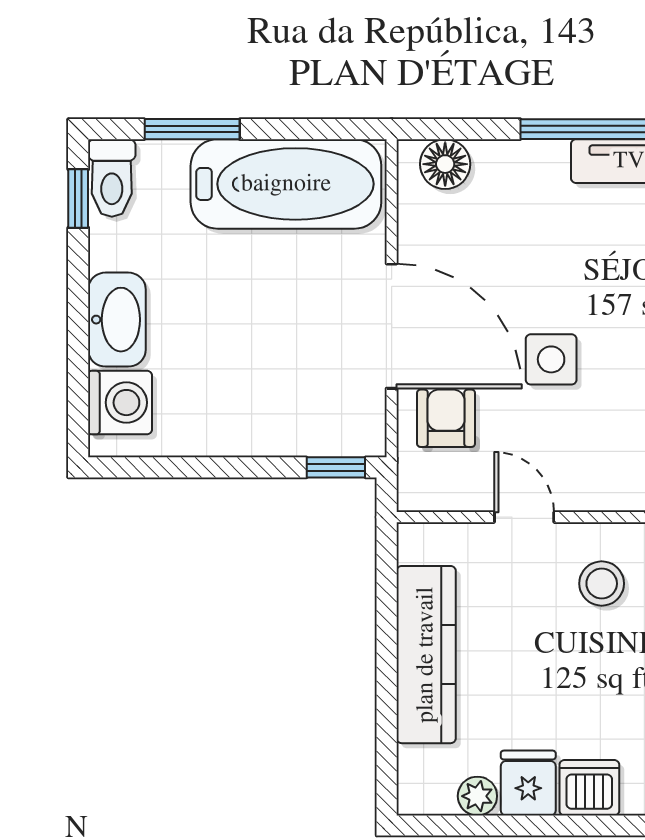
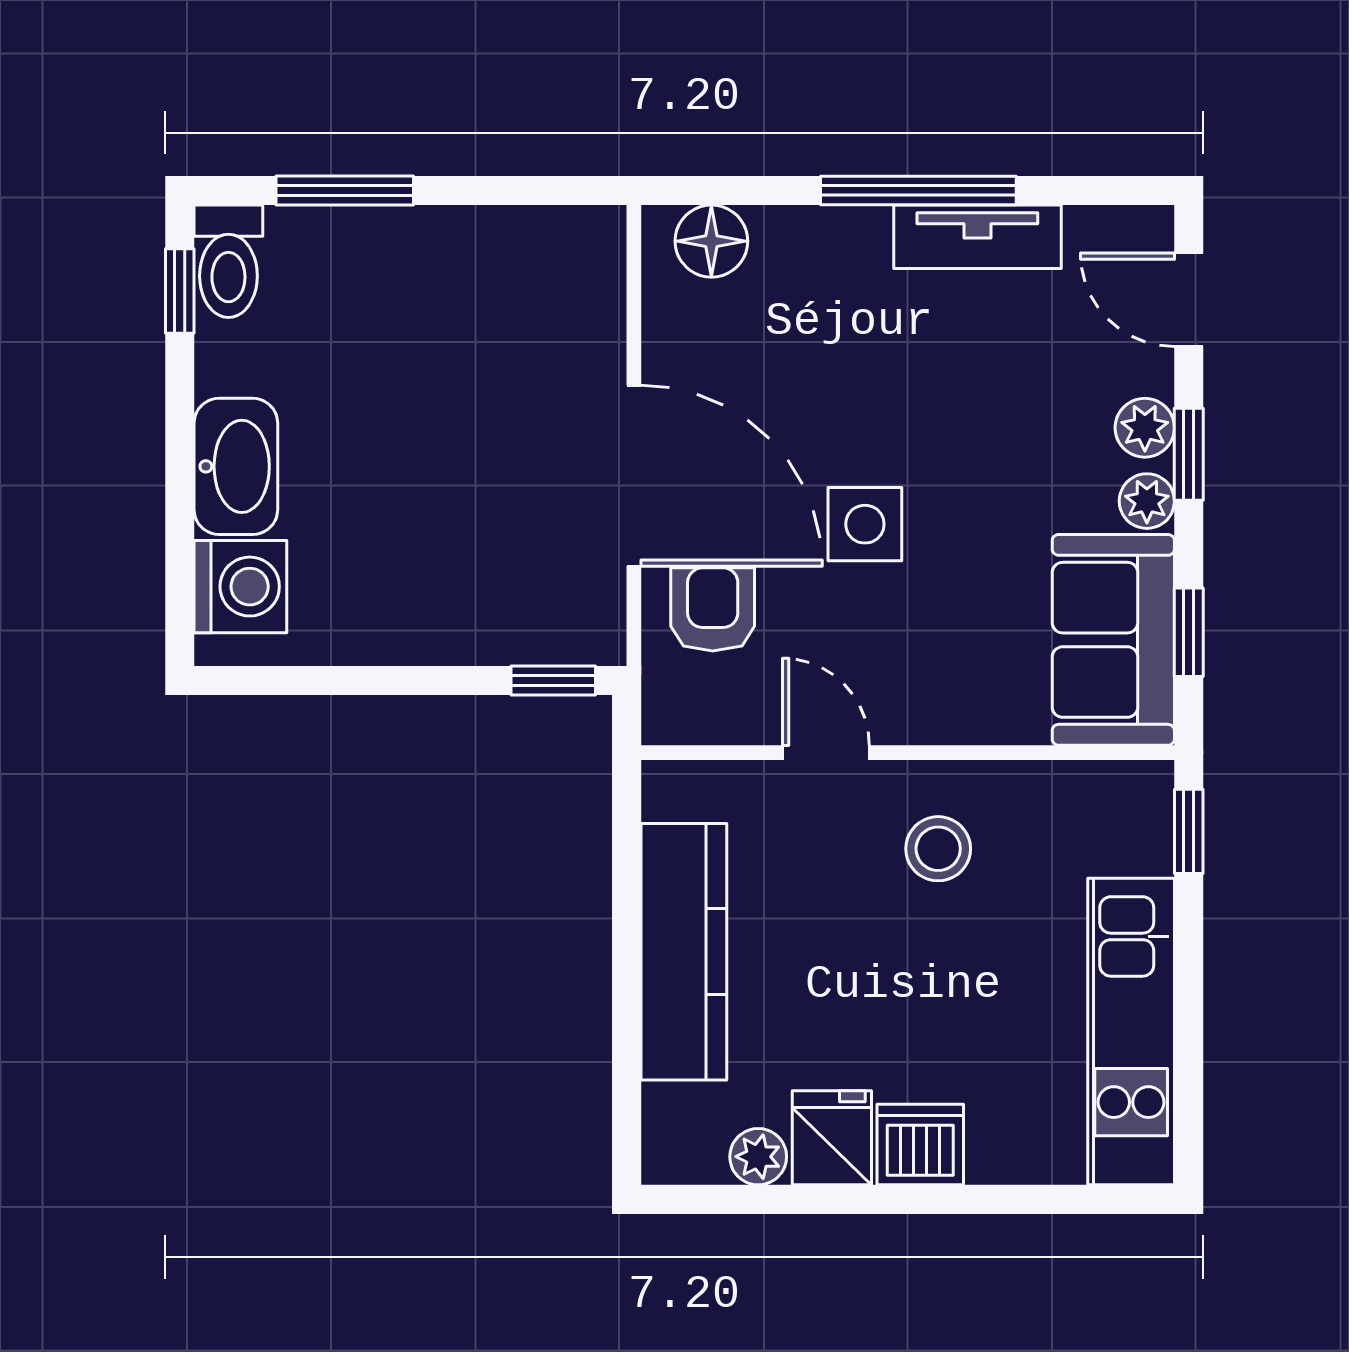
bathtub: (286, 184) -> (481, 270), removed

